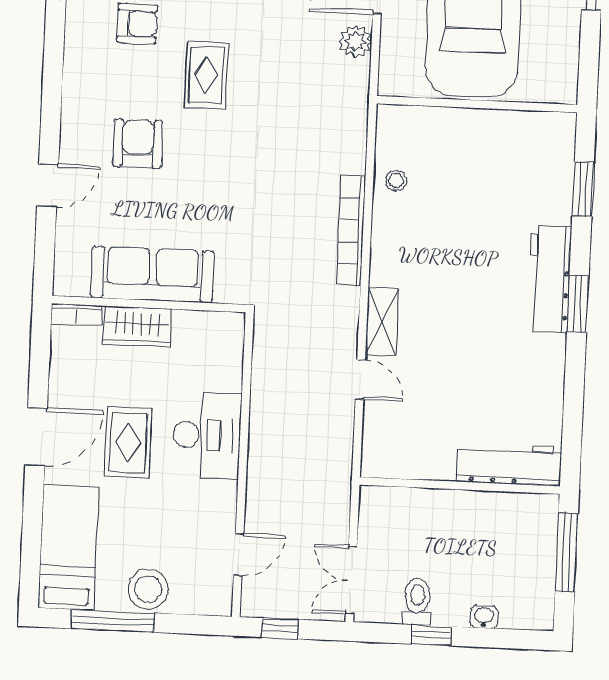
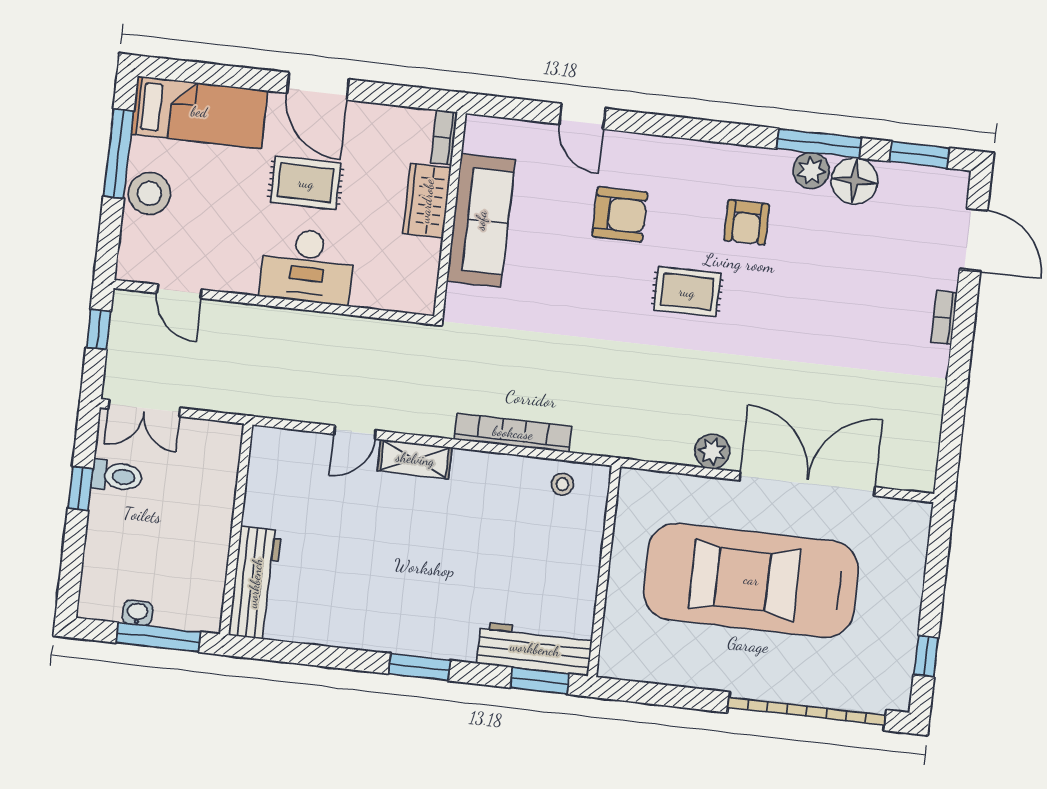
wall: (477, 104) -> (604, 571), moved
workbench: (550, 279) -> (535, 649), moved
double door: (351, 580) -> (144, 408), swing flipped
washbasin: (484, 617) -> (137, 613), moved, turned -90

